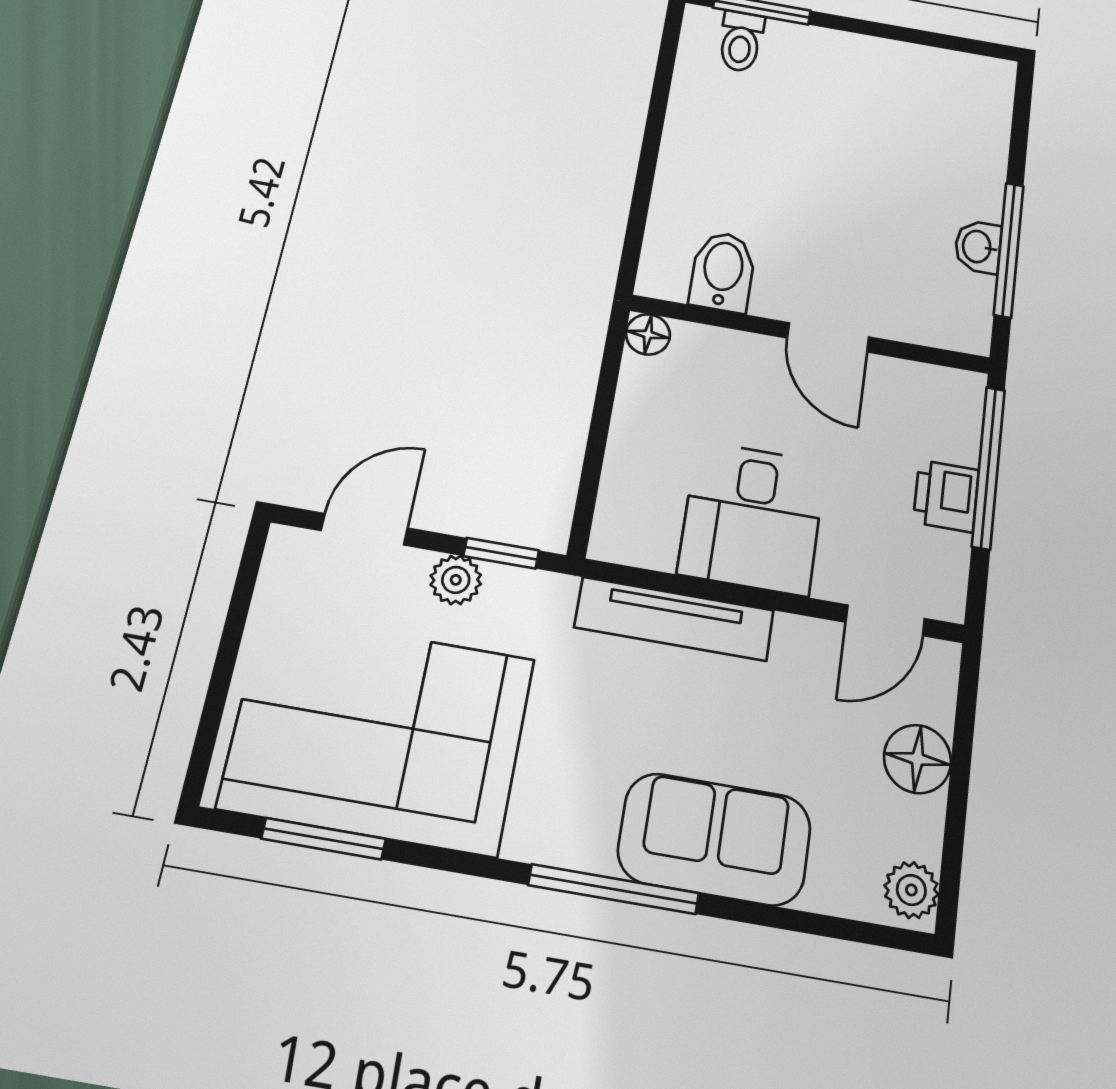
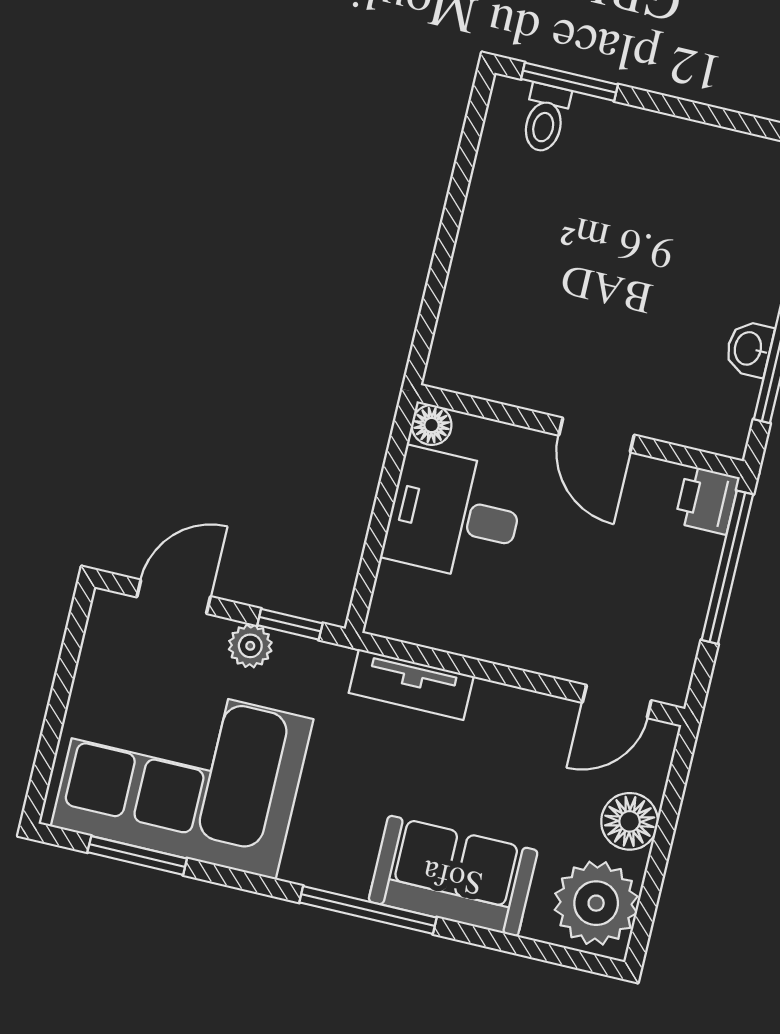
bidet: (723, 272) -> (505, 365), removed
printer: (946, 496) -> (707, 500), moved
desk: (752, 518) -> (454, 515), moved, turned 90
tv unit: (674, 619) -> (411, 685), width x0.71
plant: (911, 890) -> (596, 903), width x1.88, depth x1.88

